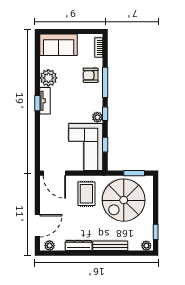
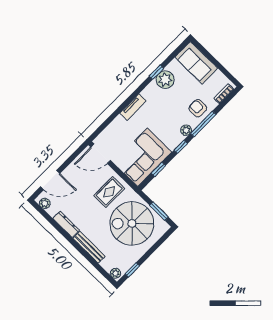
tv unit: (45, 101) -> (133, 107), moved
window: (37, 103) -> (156, 72), moved
plant: (97, 117) -> (186, 130), moved
door: (54, 173) -> (101, 154), hinge flipped

